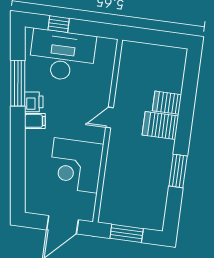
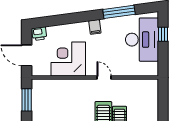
printer: (34, 102) -> (39, 34), moved

